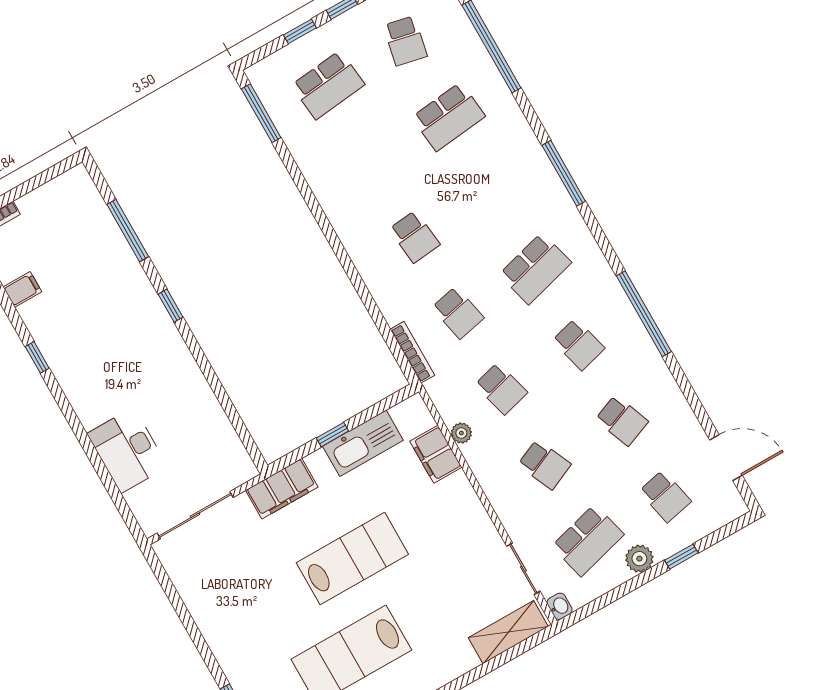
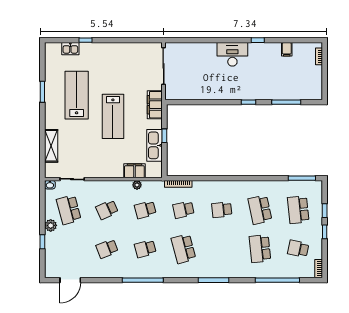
desk: (127, 450) -> (232, 54), moved
school desk: (665, 496) -> (260, 210), moved, width x1.85
shelving: (508, 632) -> (51, 146), moved

